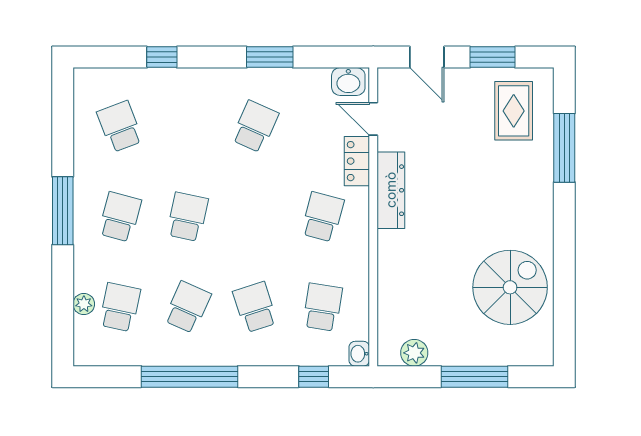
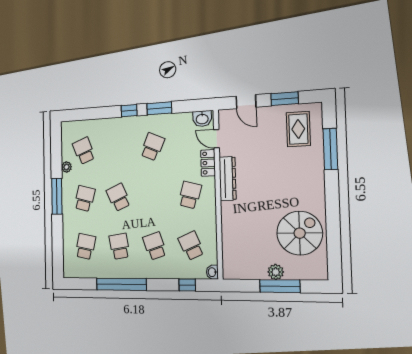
window: (162, 57) -> (129, 111), moved
school desk: (187, 217) -> (118, 197), turned -36
plant: (84, 304) -> (67, 167), moved
school desk: (187, 307) -> (119, 246), turned -33
school desk: (323, 307) -> (191, 246), turned -33
plant: (414, 353) -> (276, 272), moved

